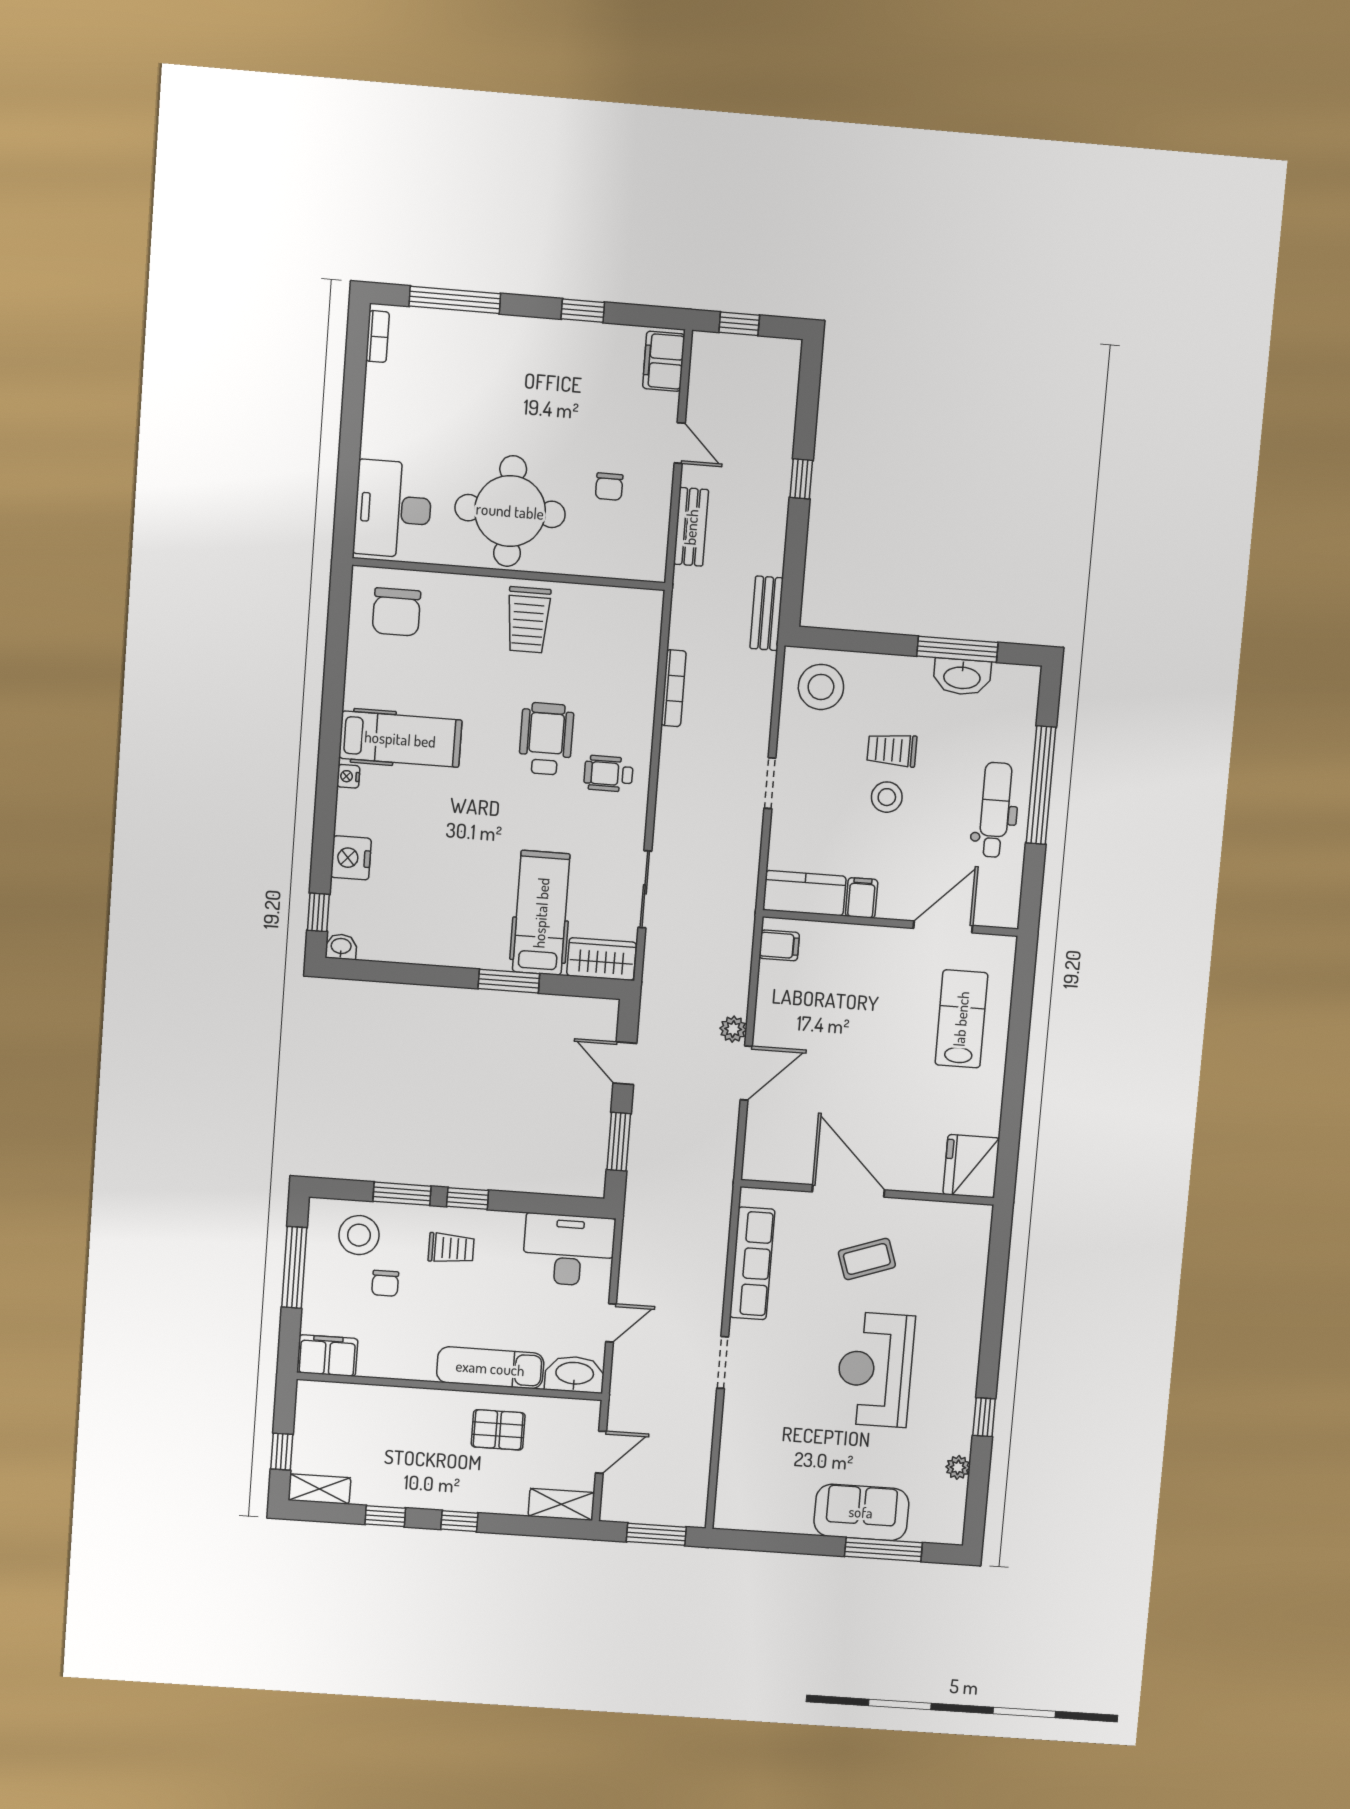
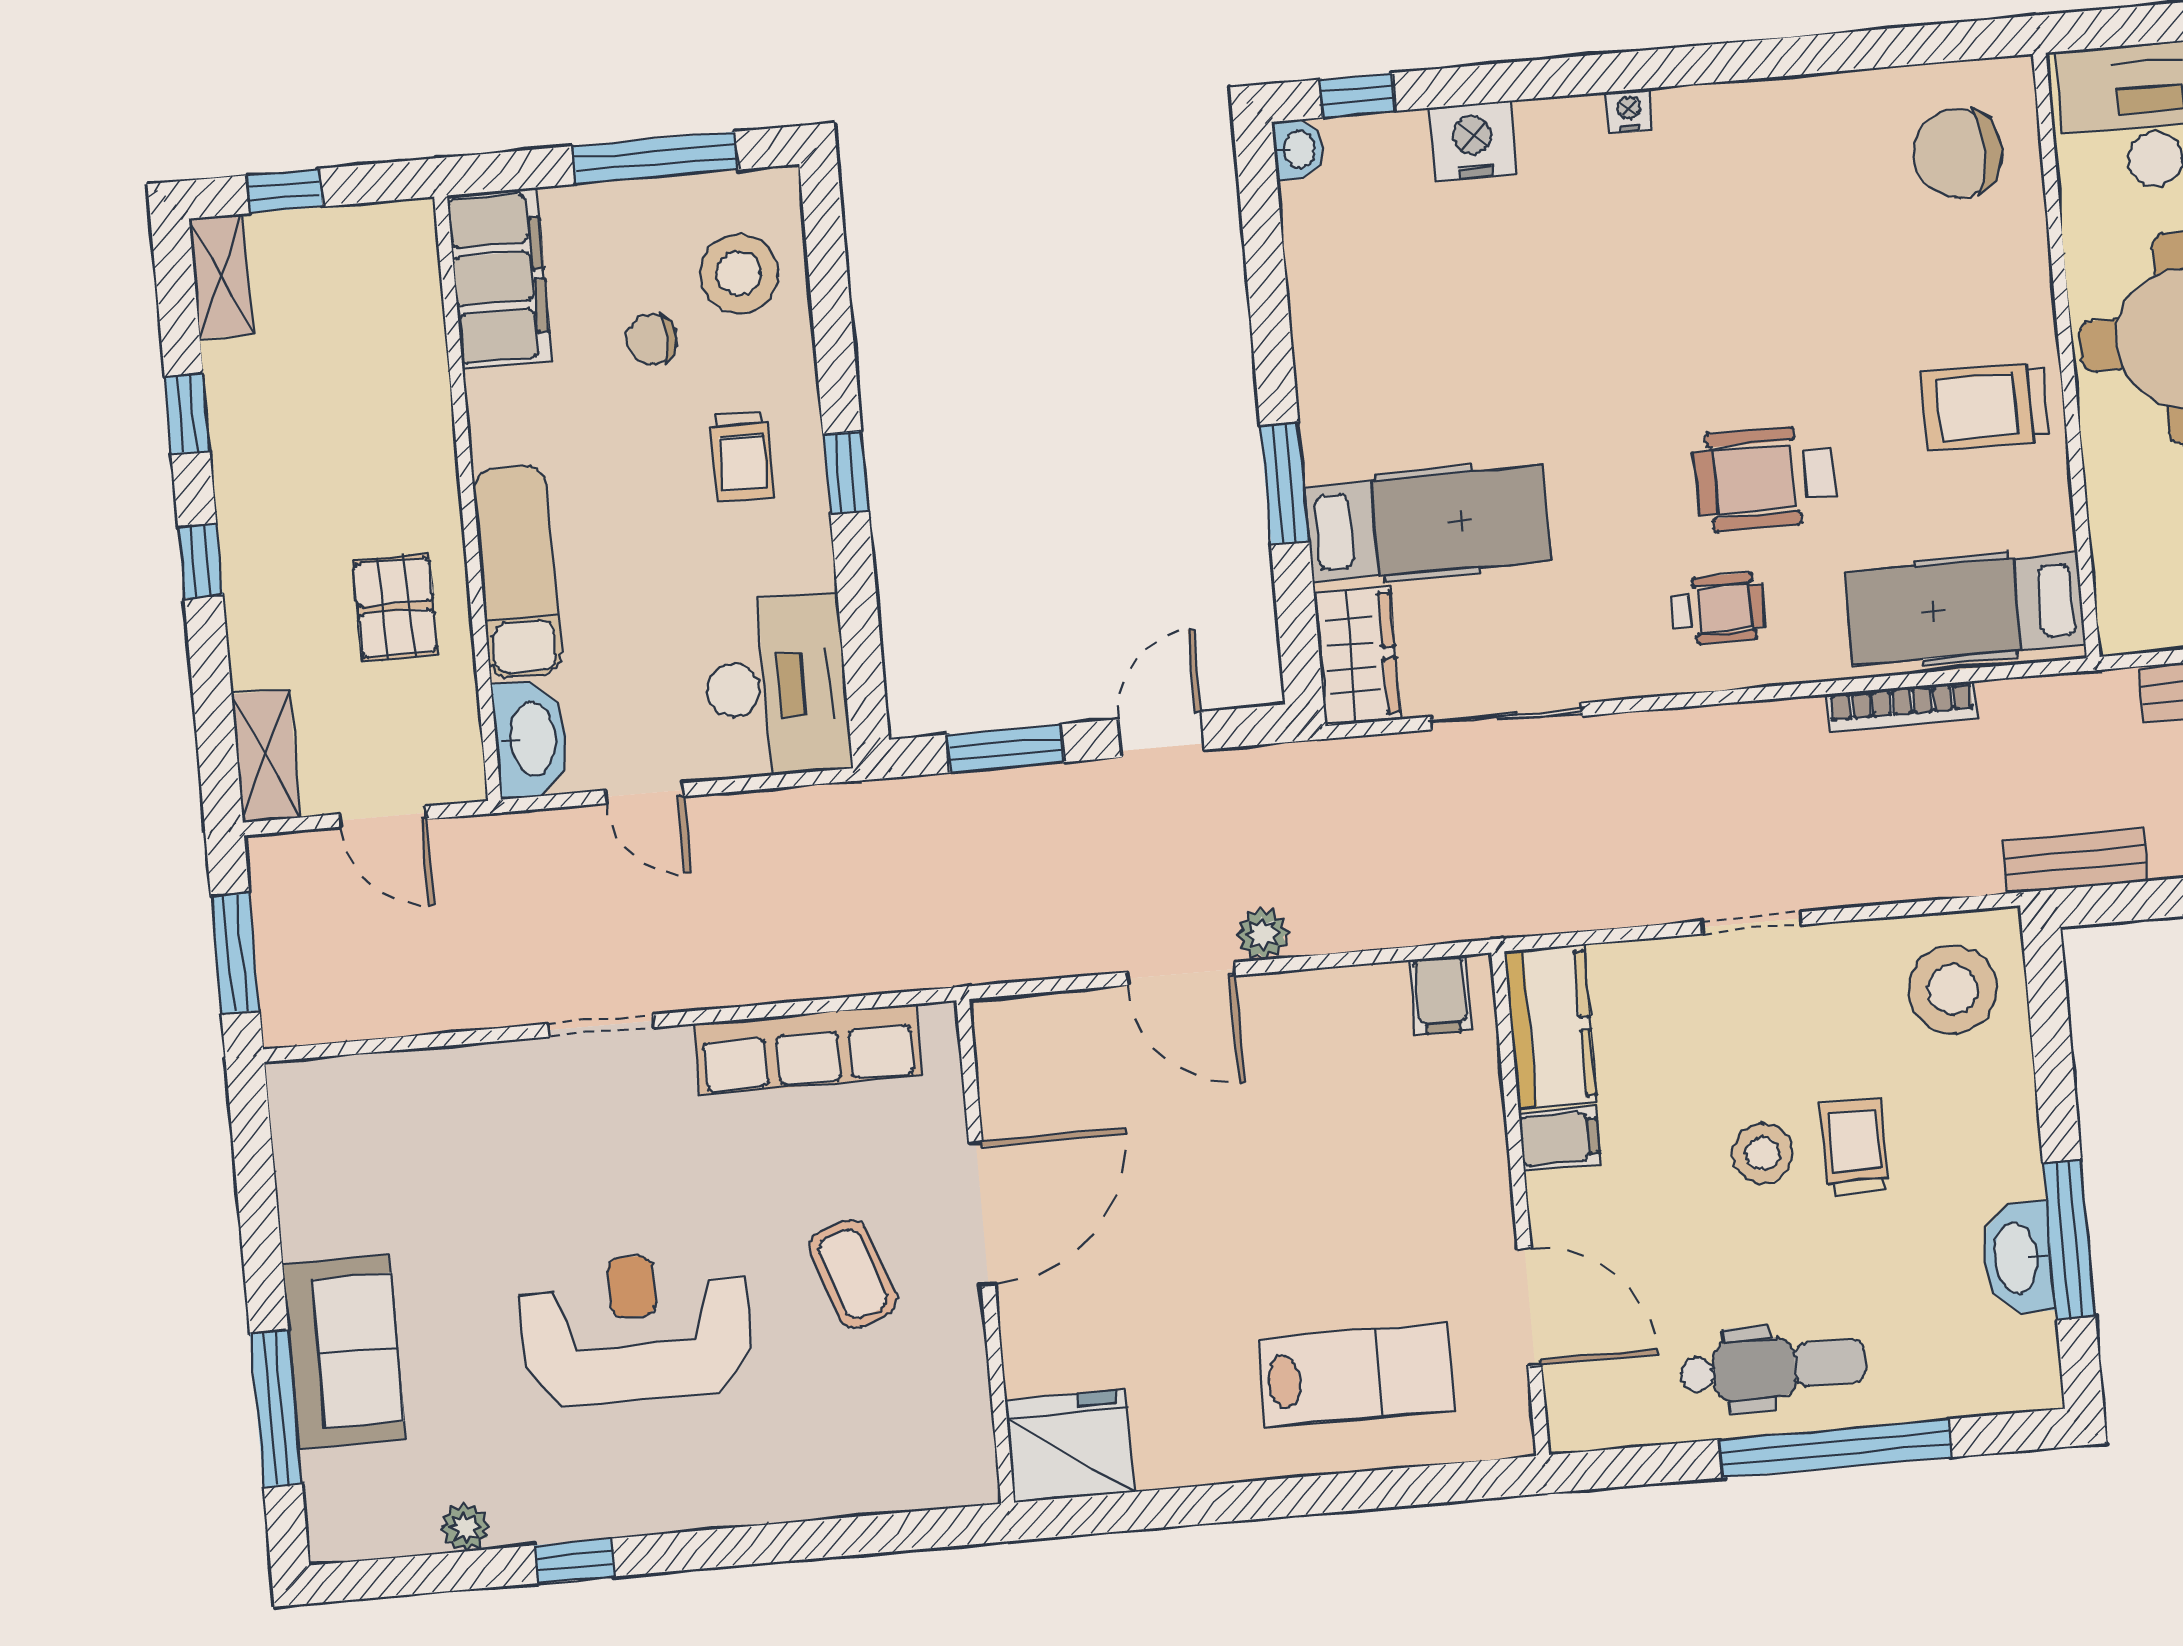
hospital bed: (400, 739) -> (1966, 609), moved, turned 90
wheelchair: (546, 739) -> (1764, 478), turned 180
wheelchair: (608, 774) -> (1717, 609), turned 90
window: (402, 1194) -> (834, 344), removed
filing cabinet: (327, 1356) -> (499, 278), width x1.50, depth x1.17

